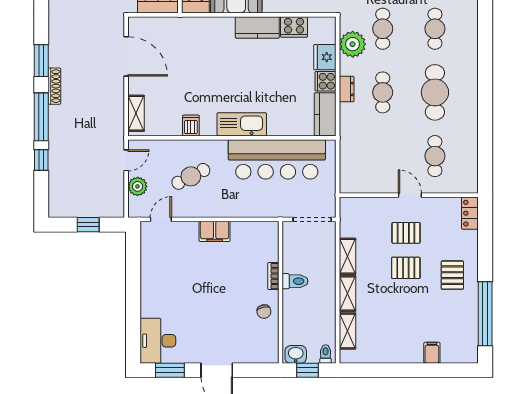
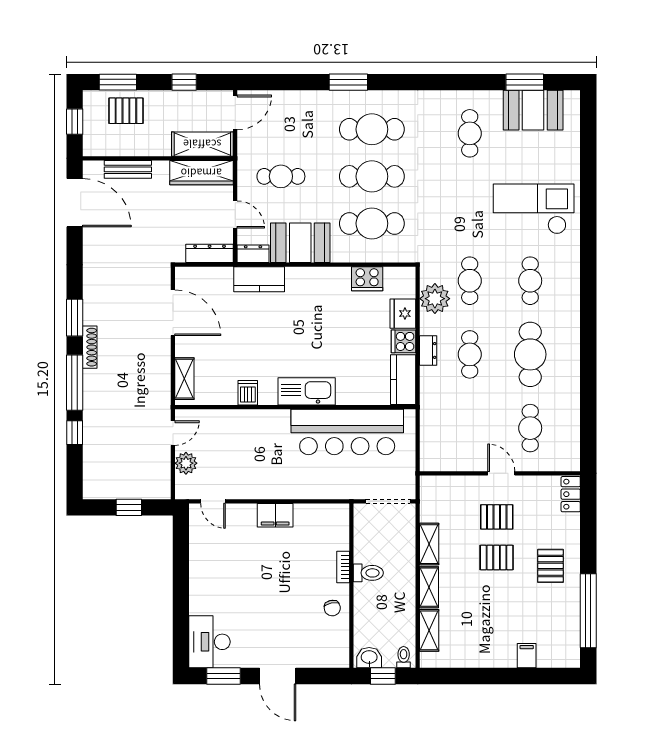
kitchen counter: (257, 28) -> (259, 279), moved
cafe table: (191, 176) -> (248, 452), removed
door: (161, 219) -> (213, 501), swing flipped

